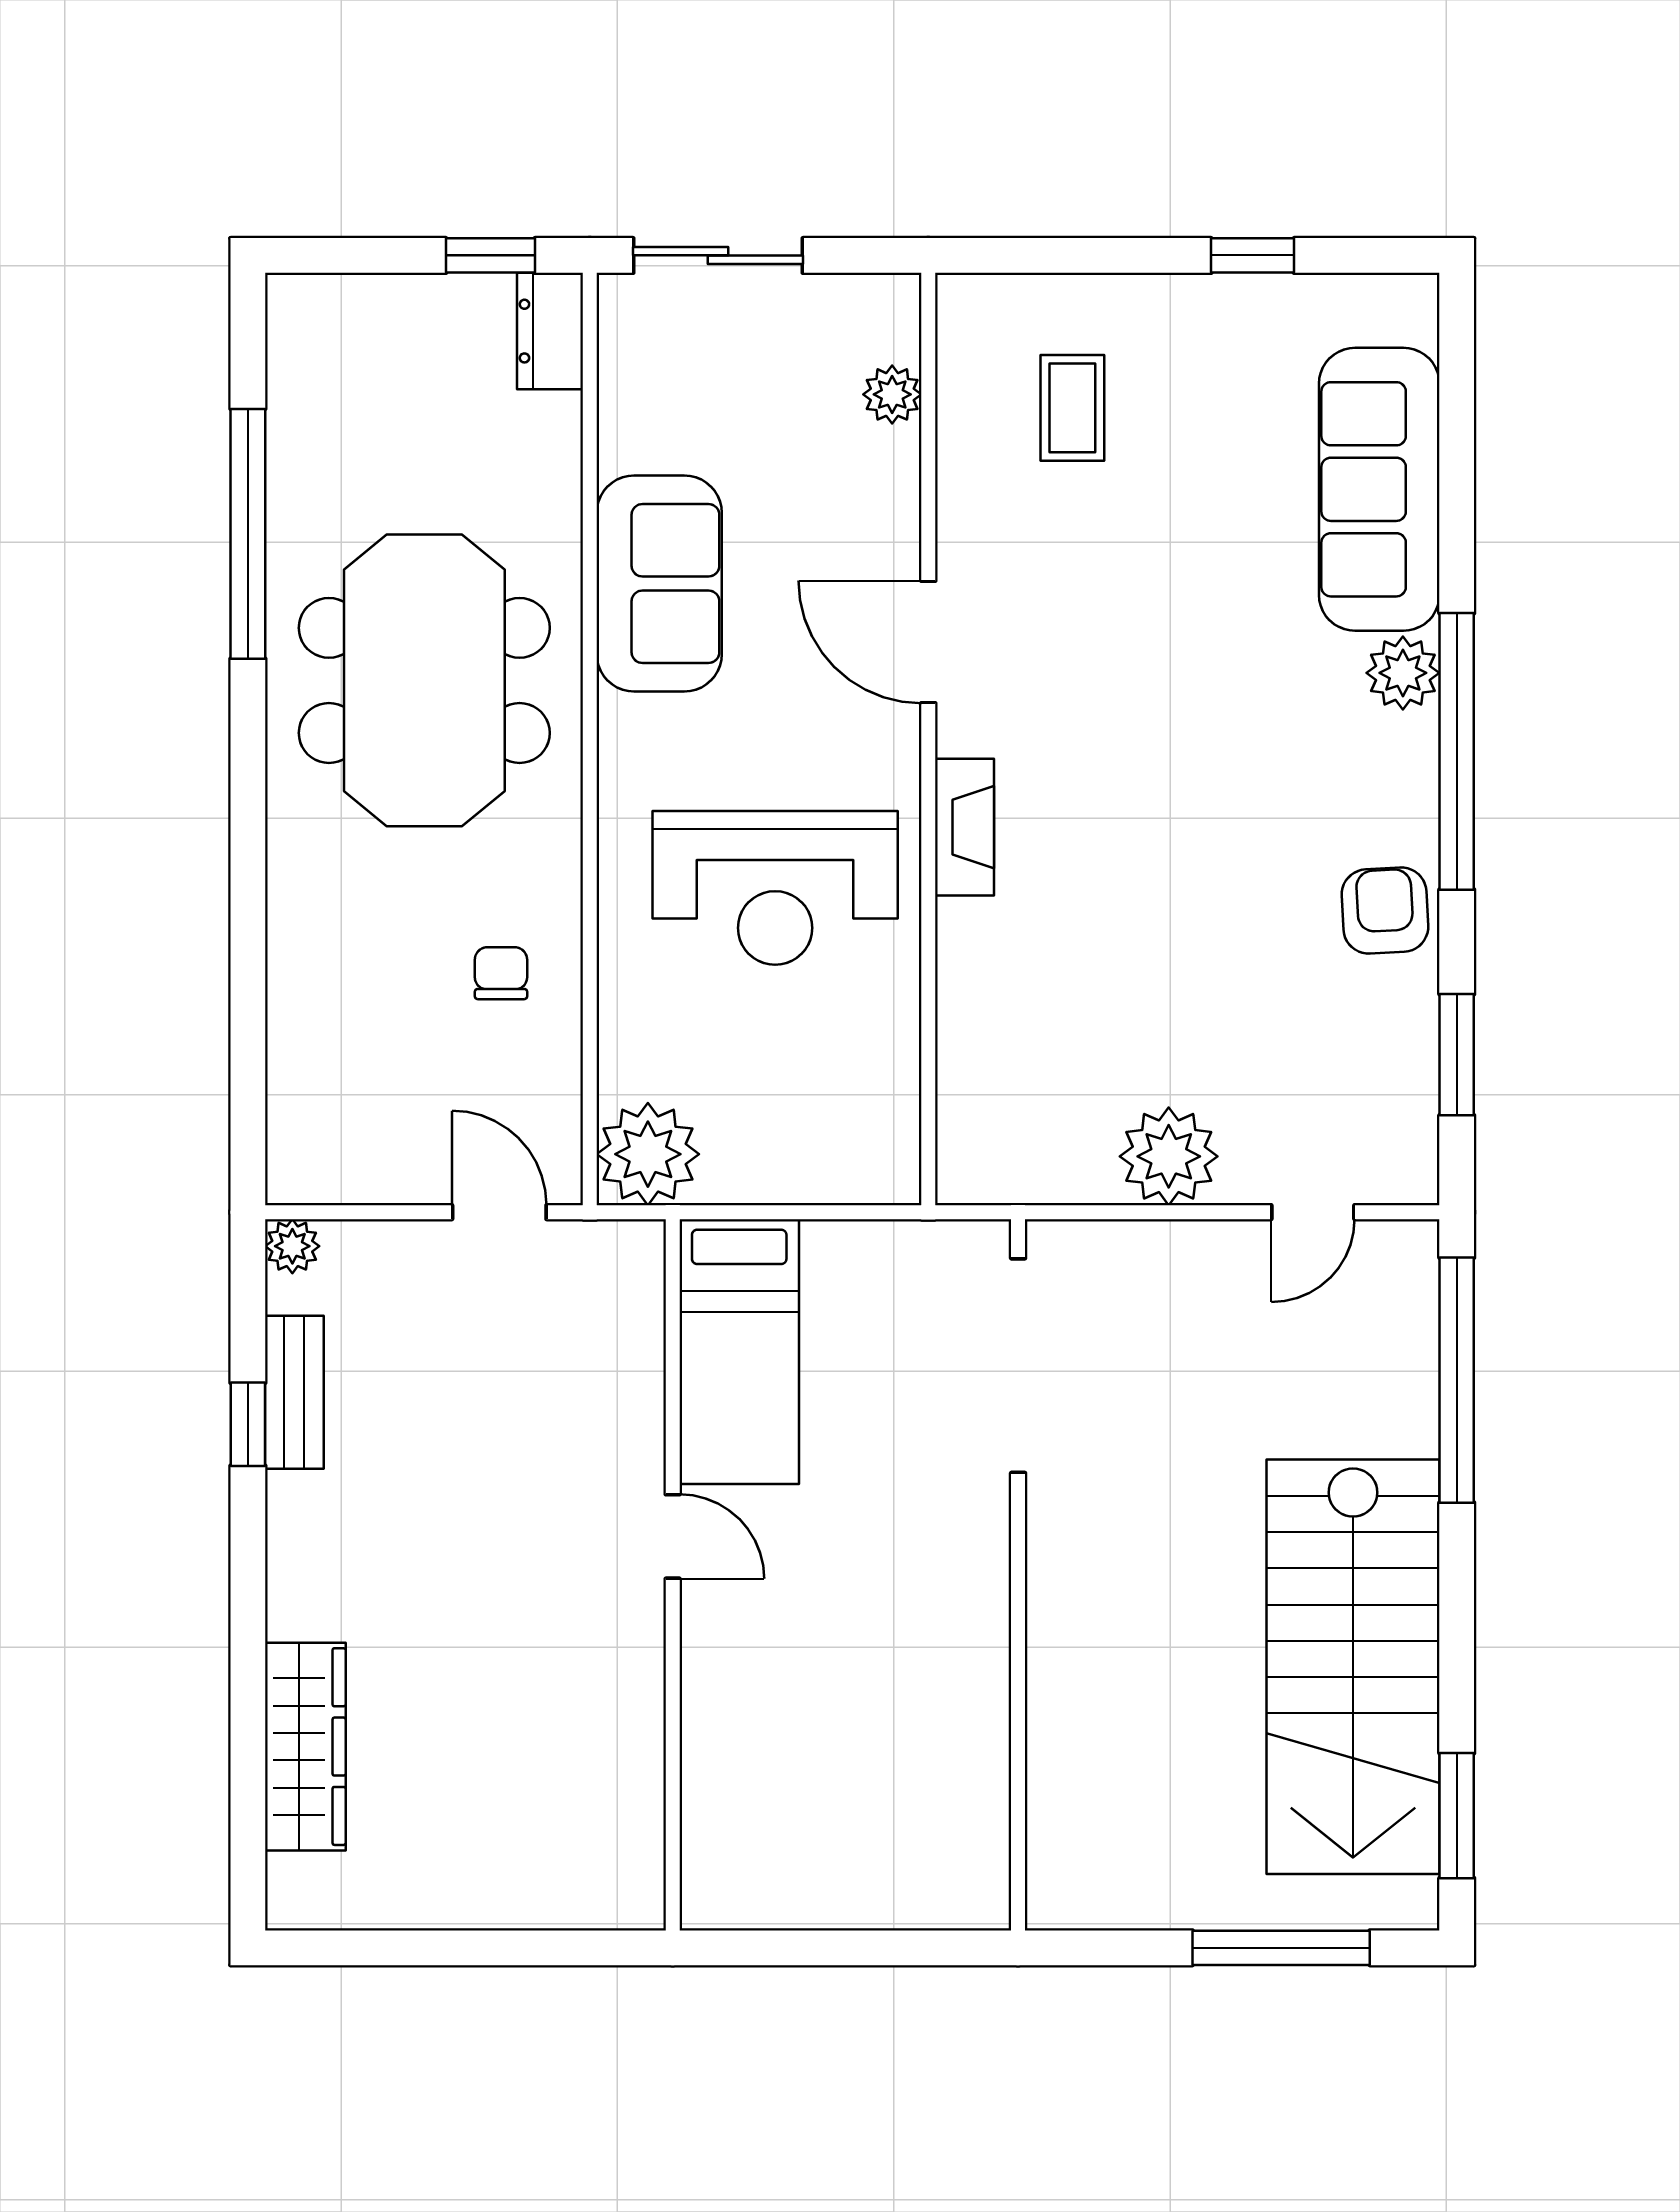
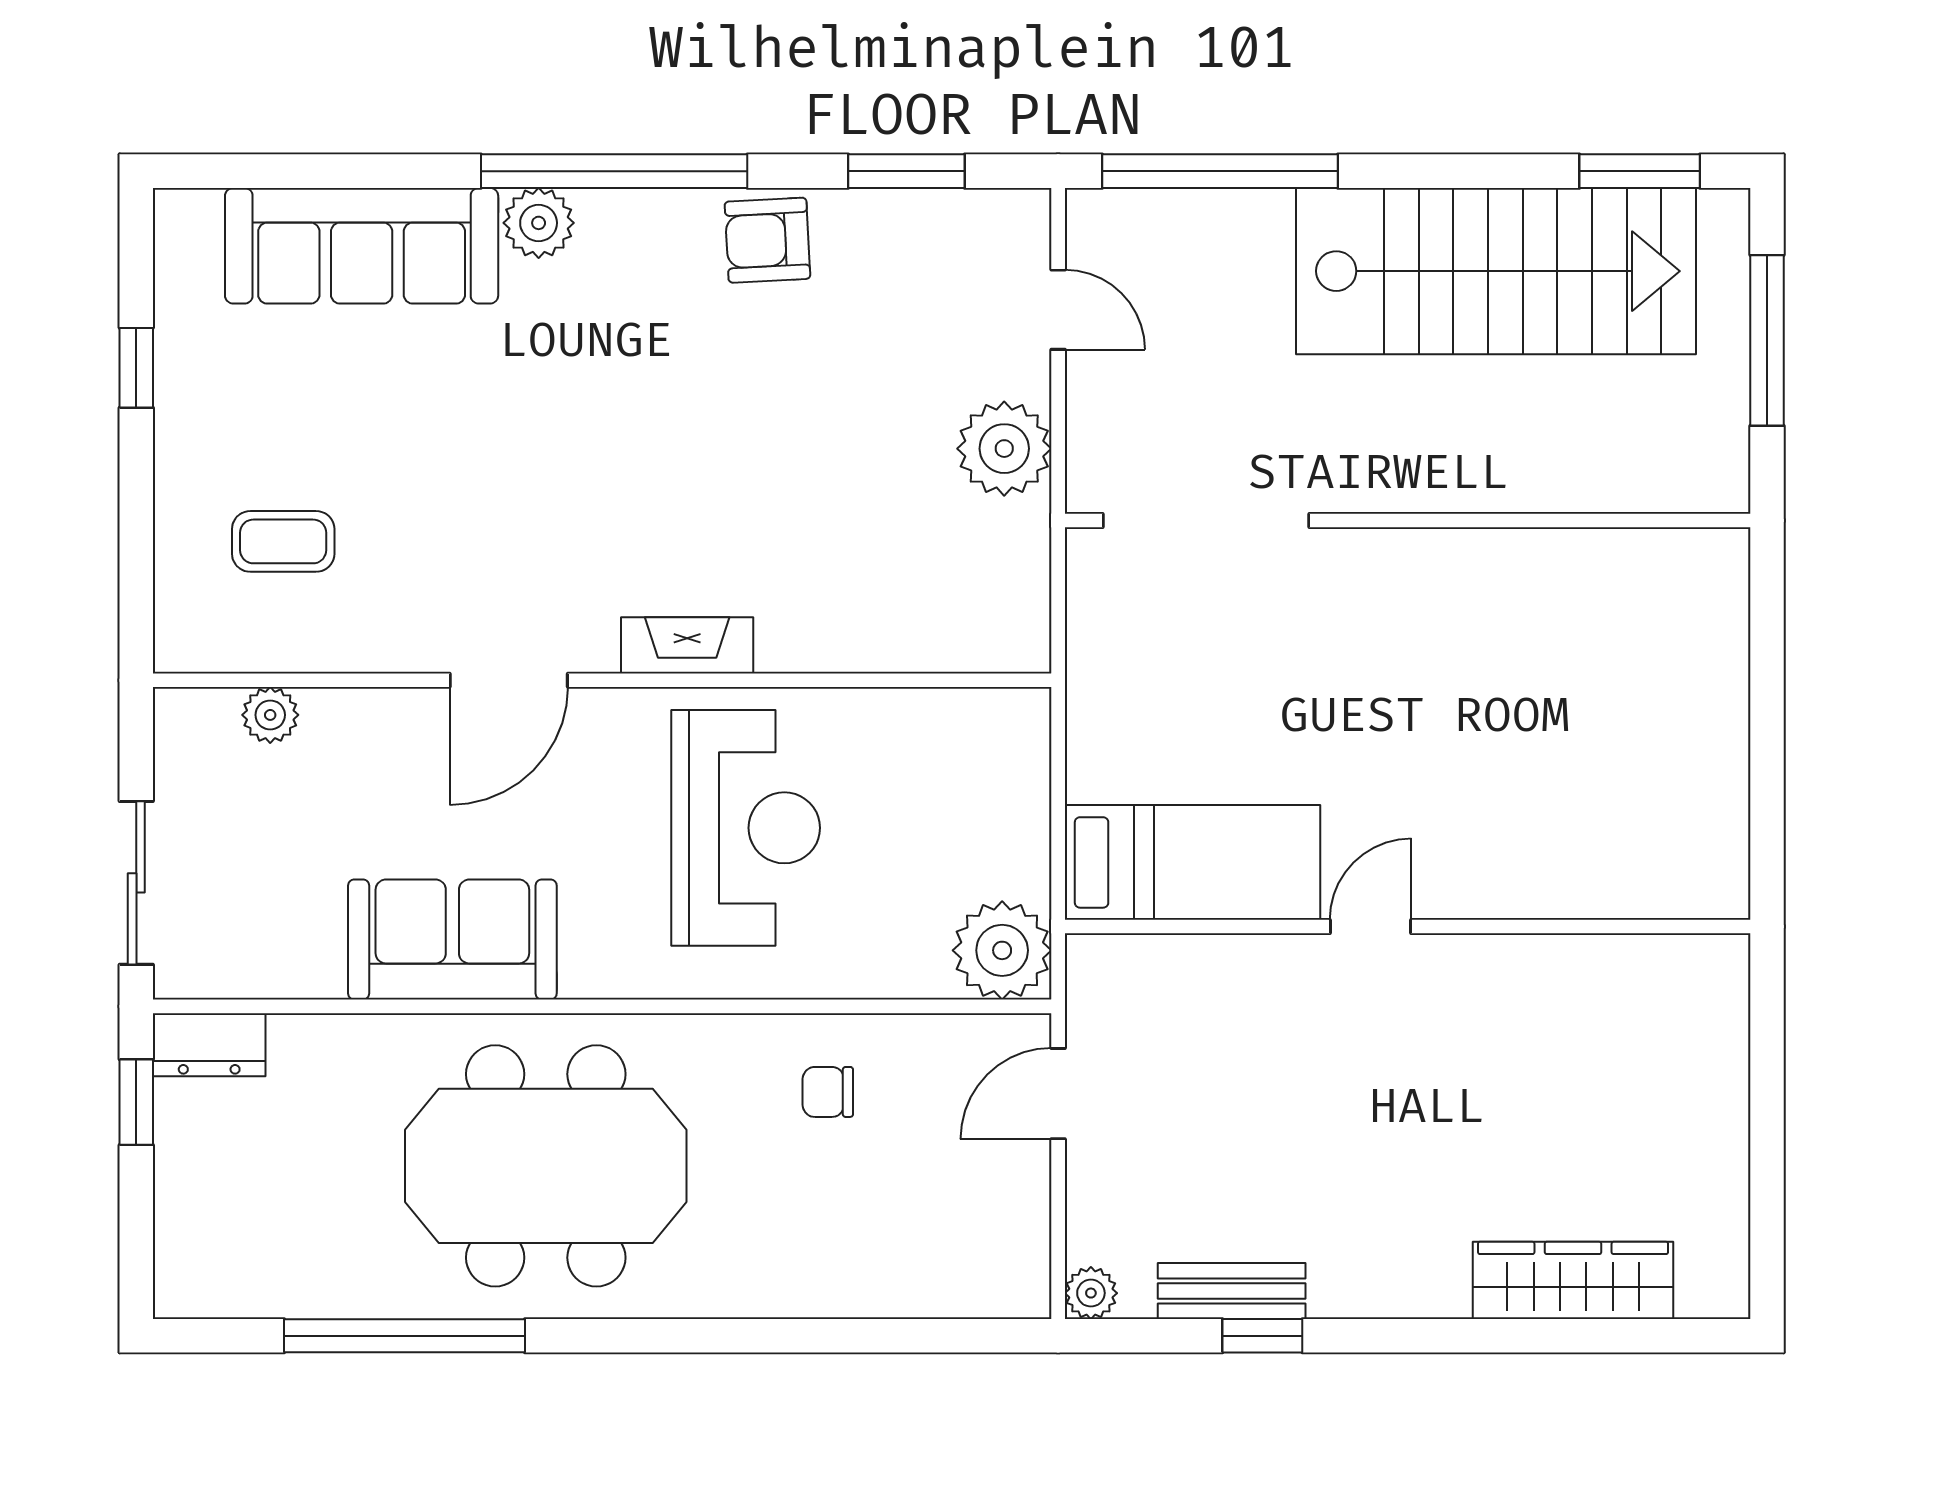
doorway: (1018, 1366) -> (1206, 521), moved
wall: (1018, 1575) -> (1408, 521), moved

